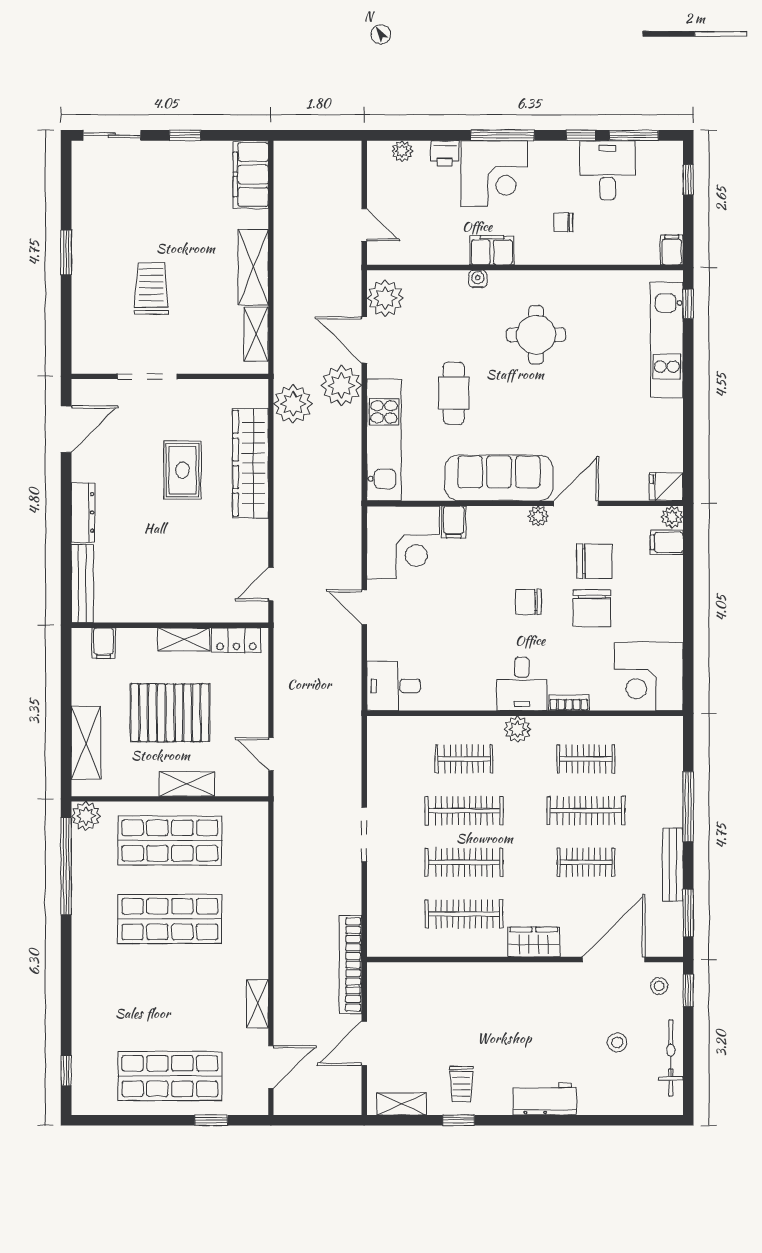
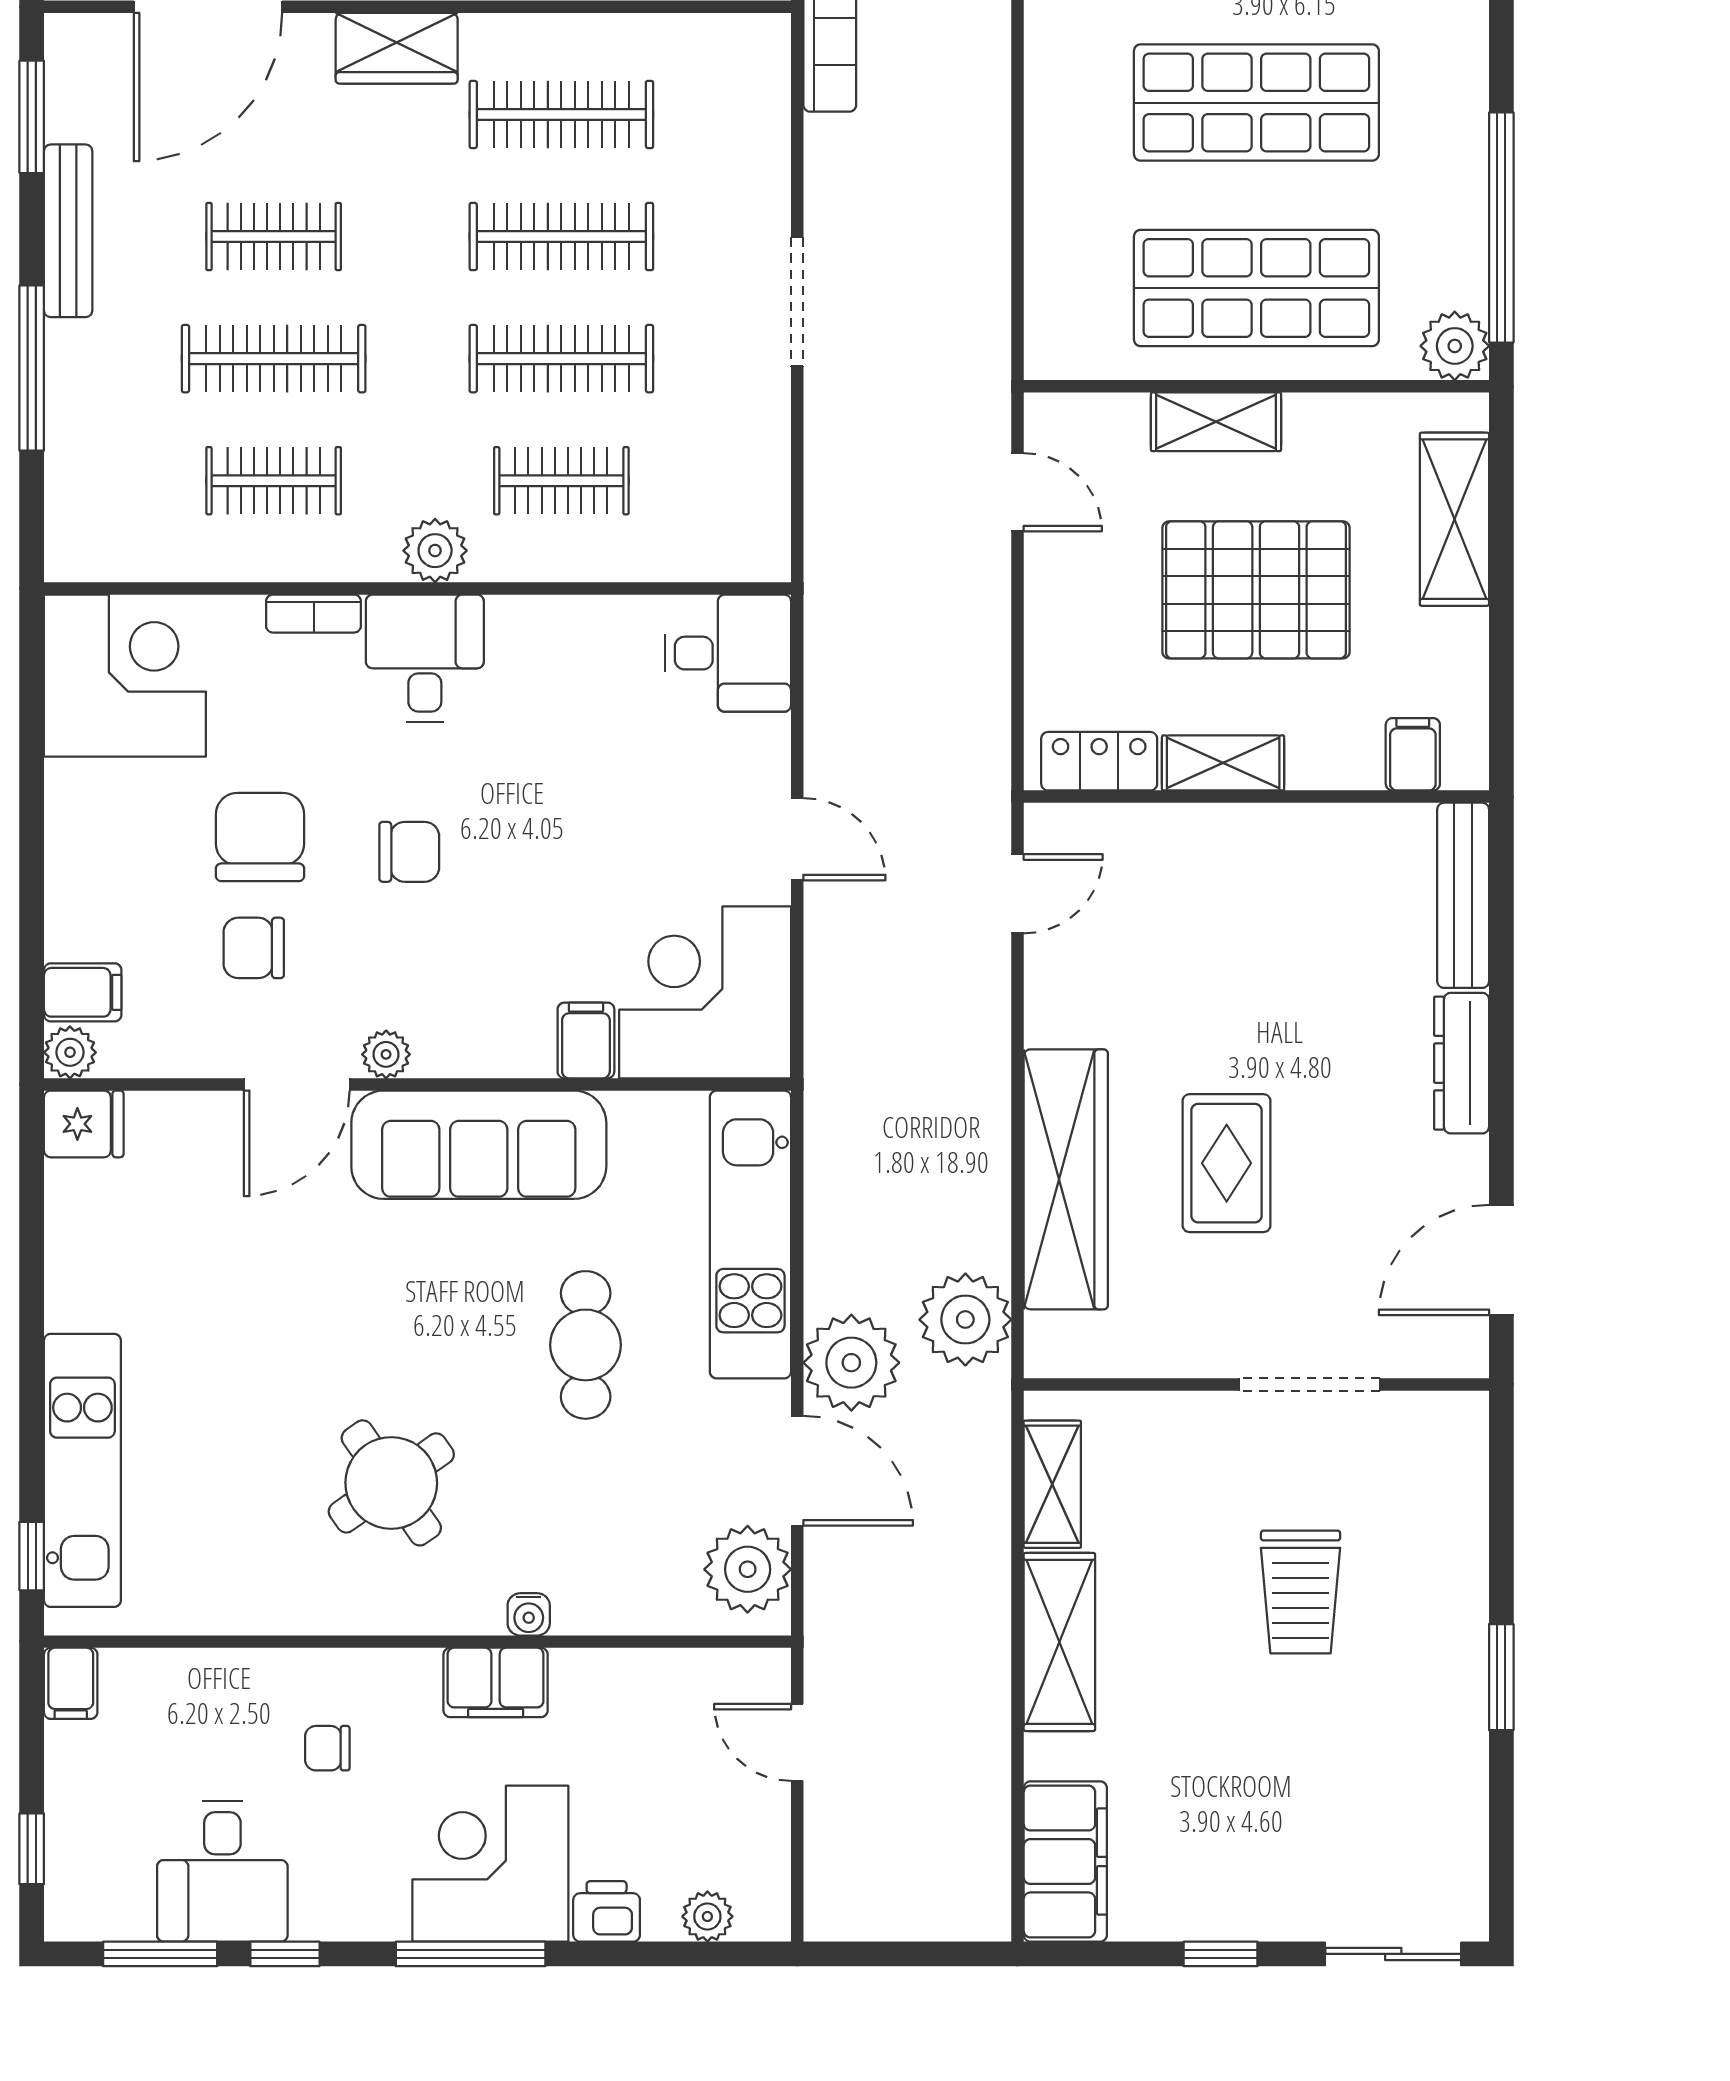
chair: (563, 222) -> (327, 1748), turned 180
round table: (536, 335) -> (391, 1483), turned -35
chair: (594, 561) -> (254, 948), width x0.73, depth x0.73

